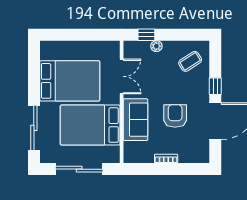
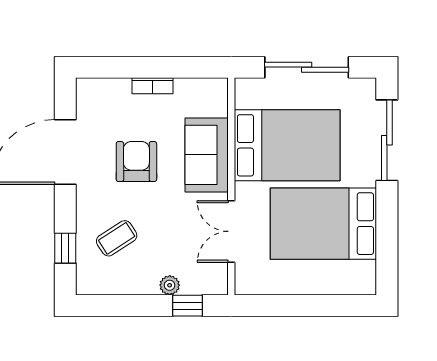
coffee table: (190, 61) -> (117, 238), moved
window: (215, 86) -> (65, 248), moved
armchair: (175, 116) -> (136, 161), turned 180

